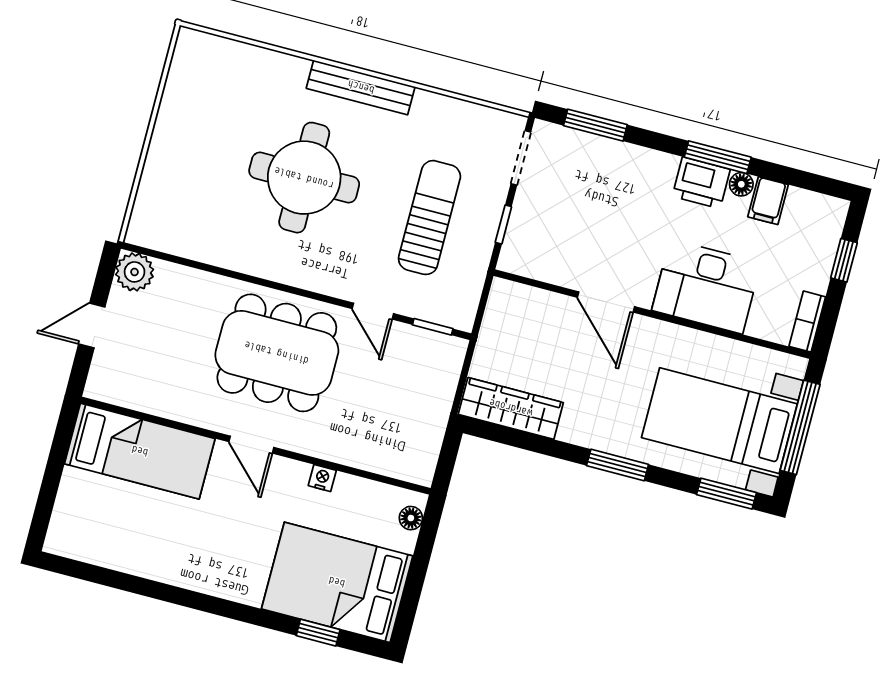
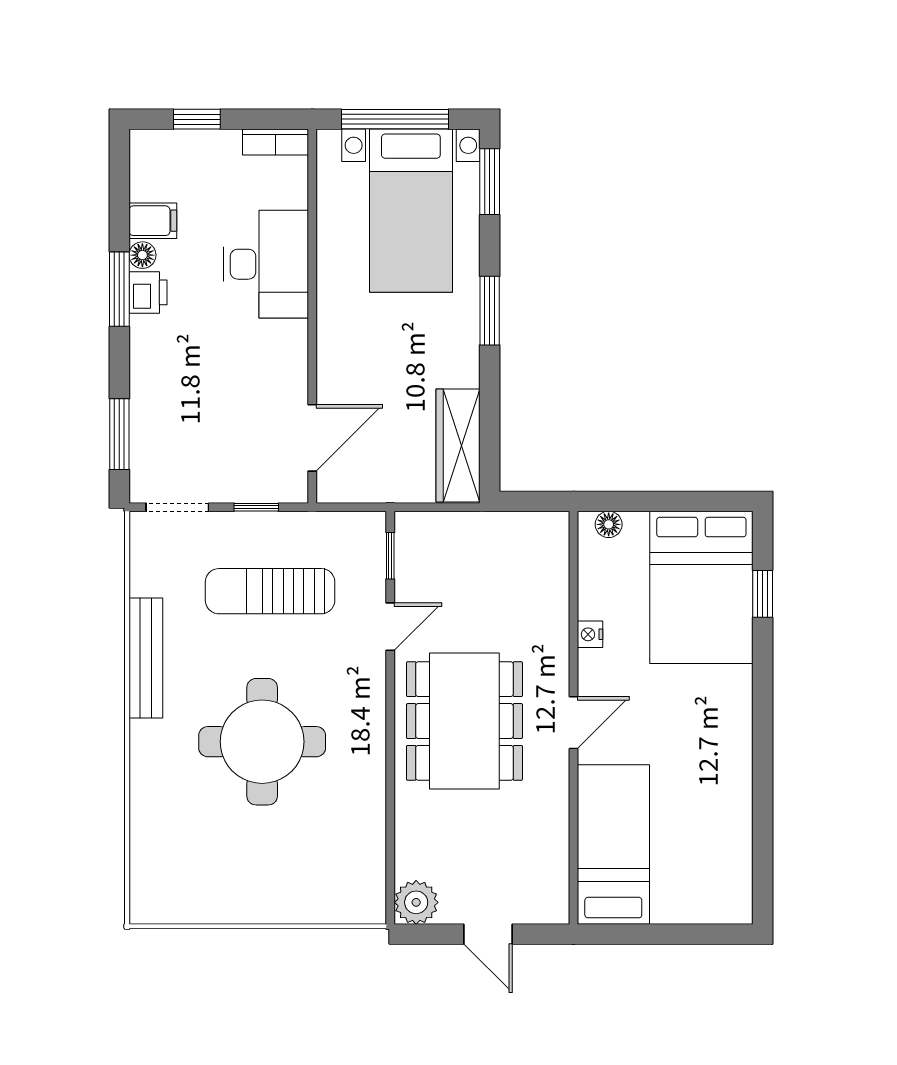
bench: (361, 87) -> (146, 658), moved
printer: (701, 183) -> (148, 292), width x0.73, depth x0.81
door: (606, 302) -> (312, 438), moved

